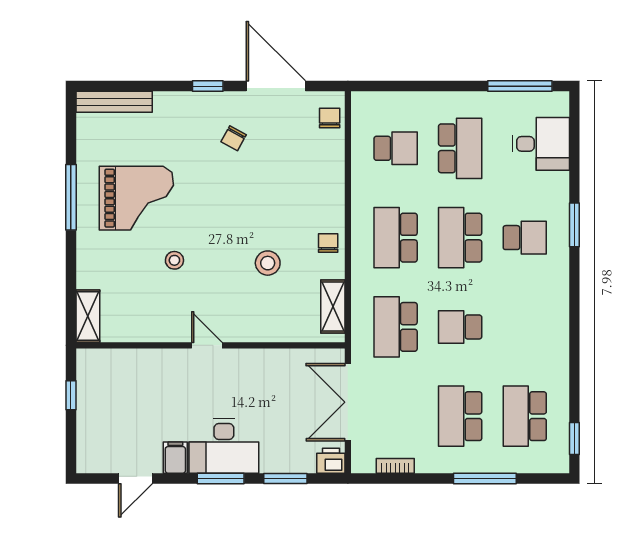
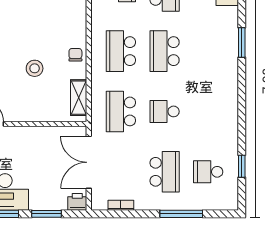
school desk: (525, 238) -> (208, 51), removed
school desk: (460, 416) -> (165, 172), turned 180
school desk: (525, 416) -> (208, 172), width x0.54
window: (574, 439) -> (242, 166), moved

